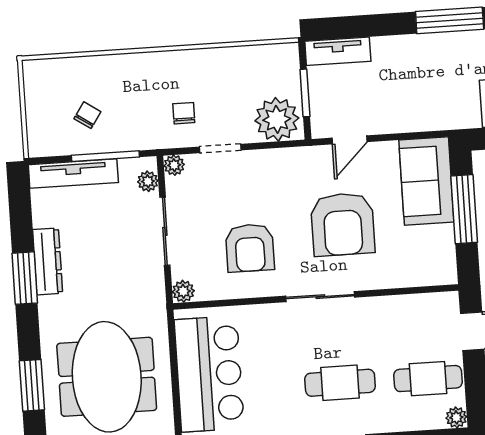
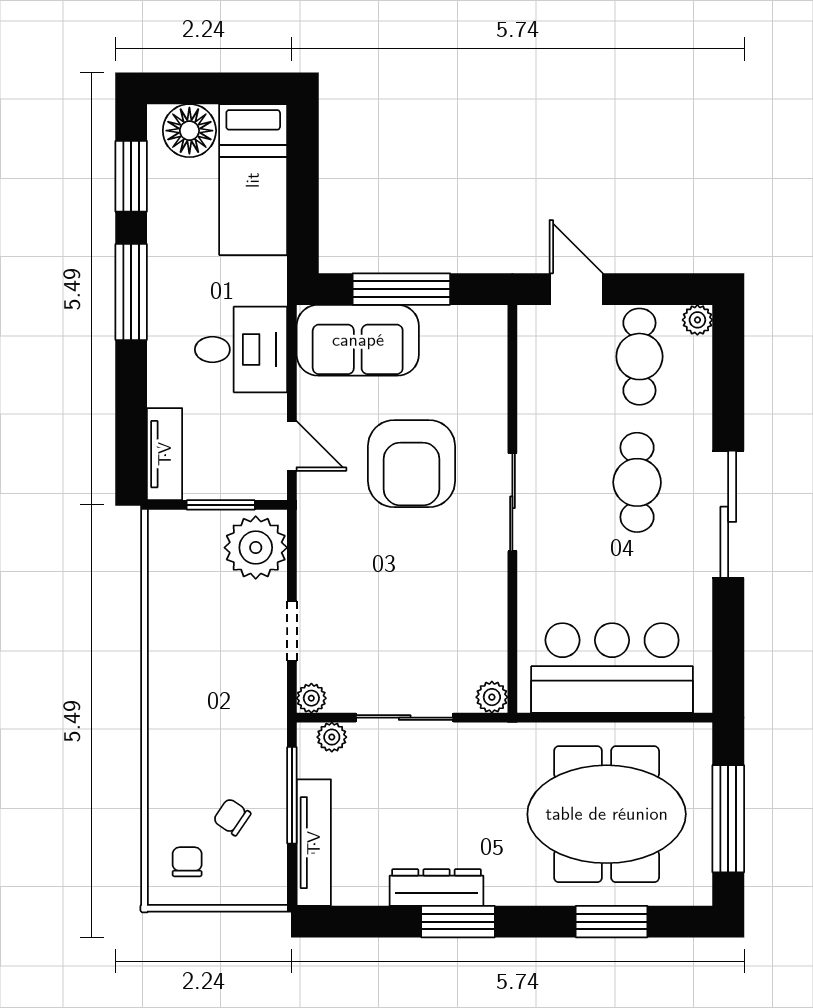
desk: (414, 100) -> (241, 349), added
chair: (184, 113) -> (187, 862), moved, turned 90
armchair: (343, 224) -> (412, 464), turned 90
armchair: (250, 248) -> (436, 598), removed

